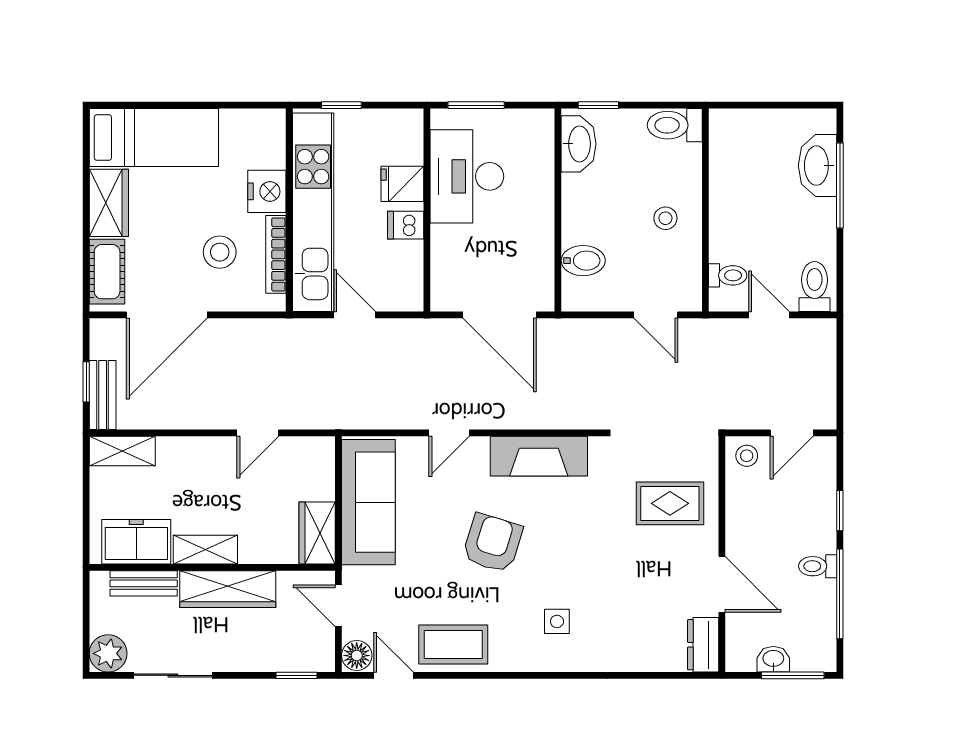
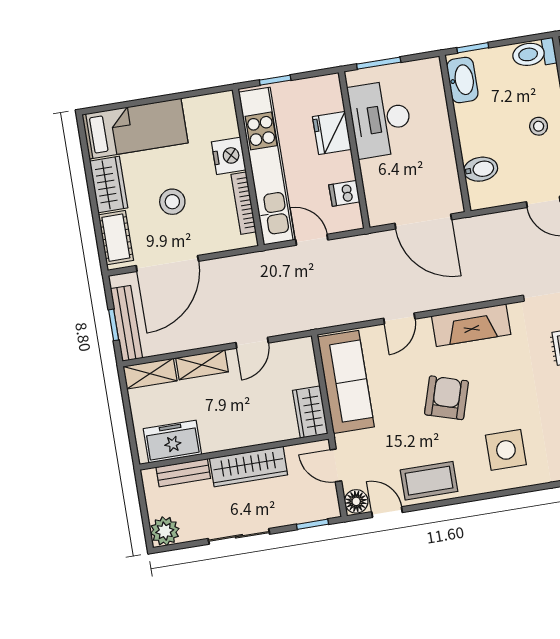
fridge: (402, 184) -> (332, 133), width x1.38
dishwasher: (406, 225) -> (344, 193), moved
stool: (220, 252) -> (172, 202), moved
bench: (103, 395) -> (126, 323), width x1.36
shelving: (205, 550) -> (202, 365), moved
side table: (557, 621) -> (506, 450), width x1.87, depth x1.87
sliding door: (173, 675) -> (239, 536), moved

